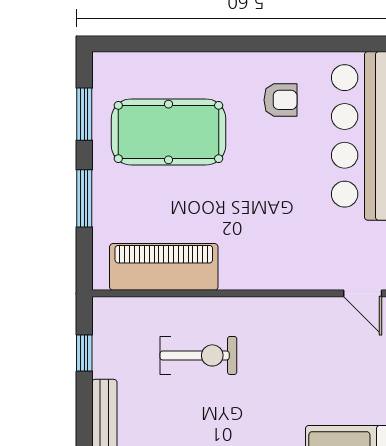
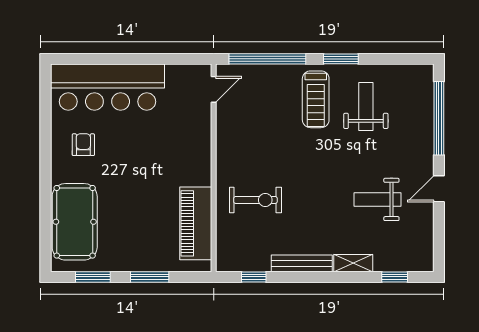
pool table: (168, 132) -> (75, 222), moved
exercise bike: (198, 355) -> (255, 200), turned 90

